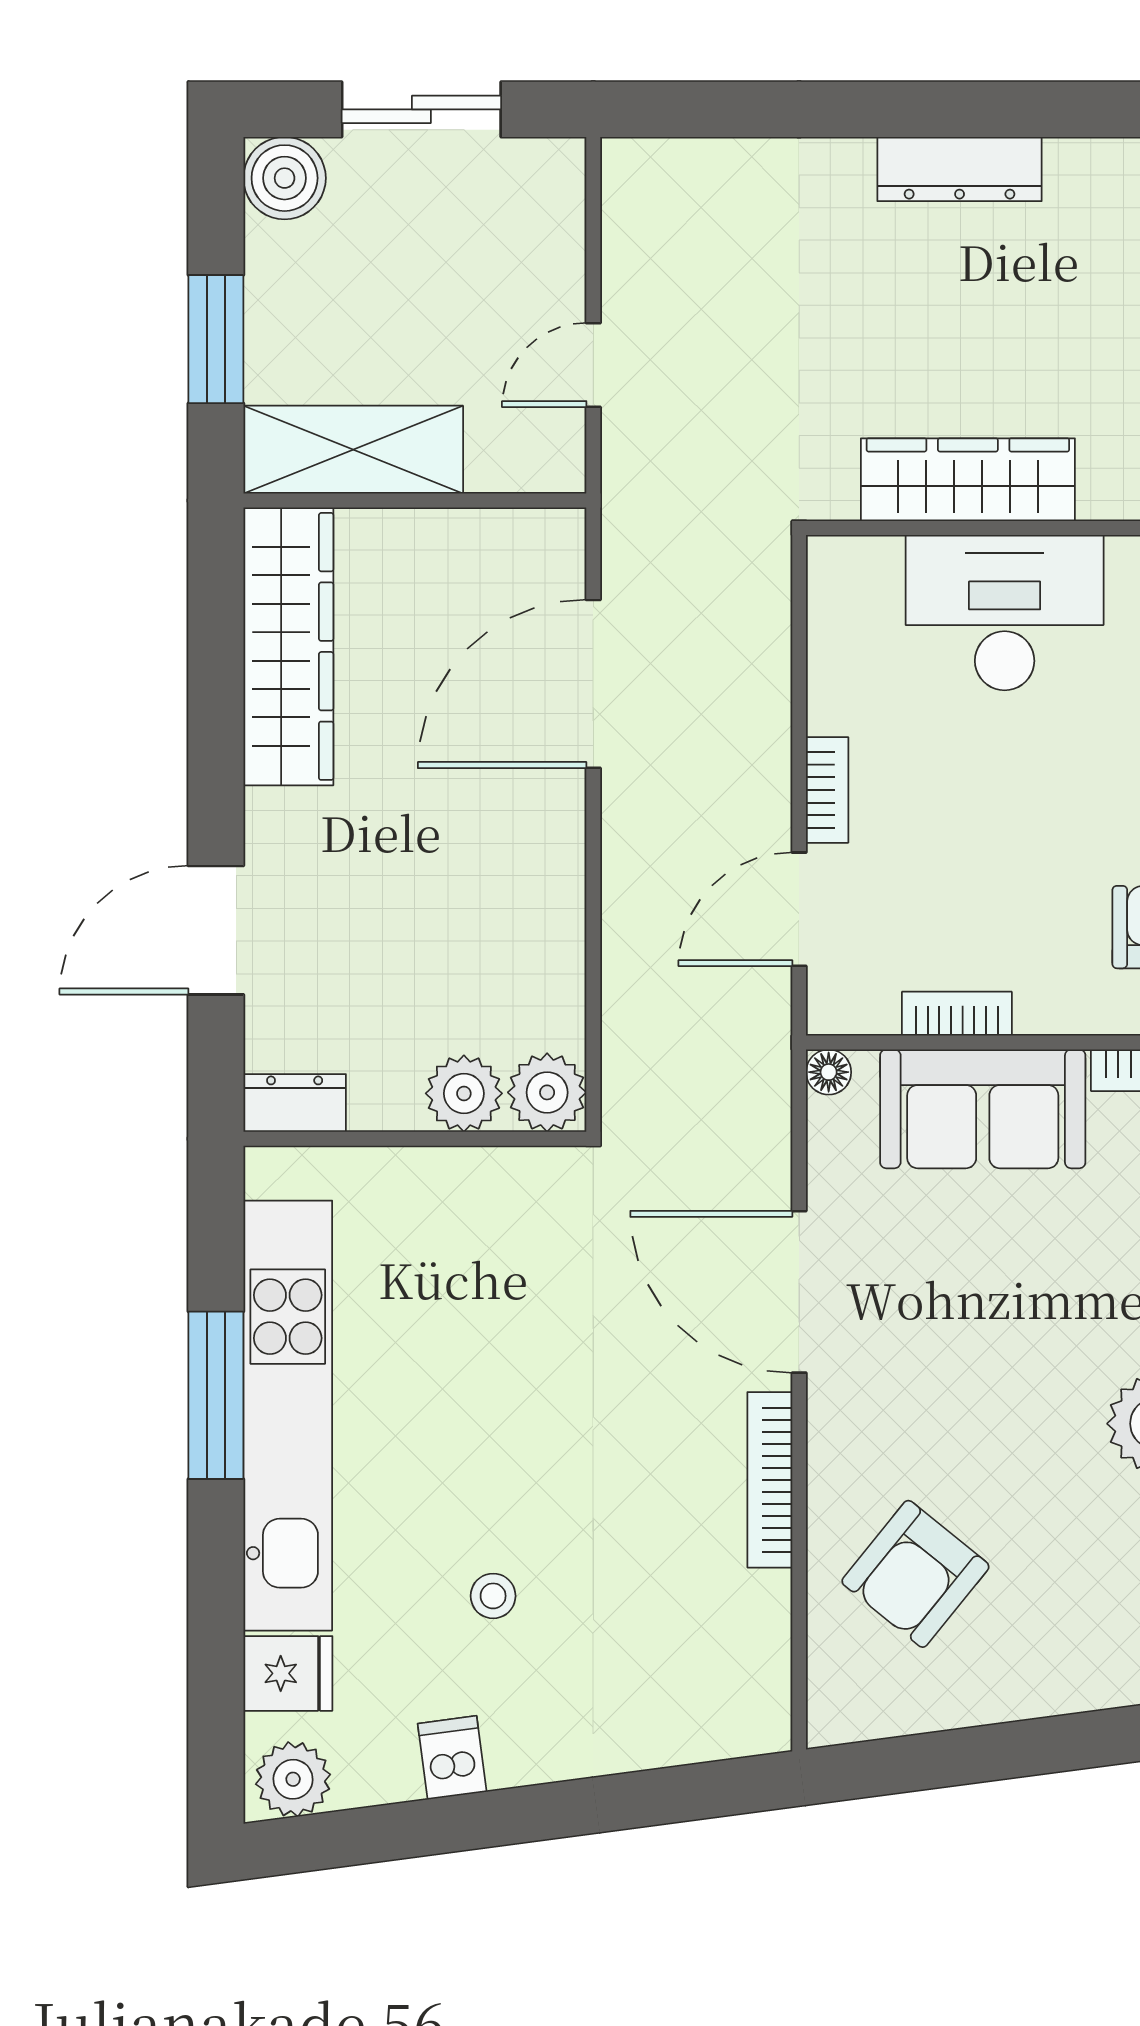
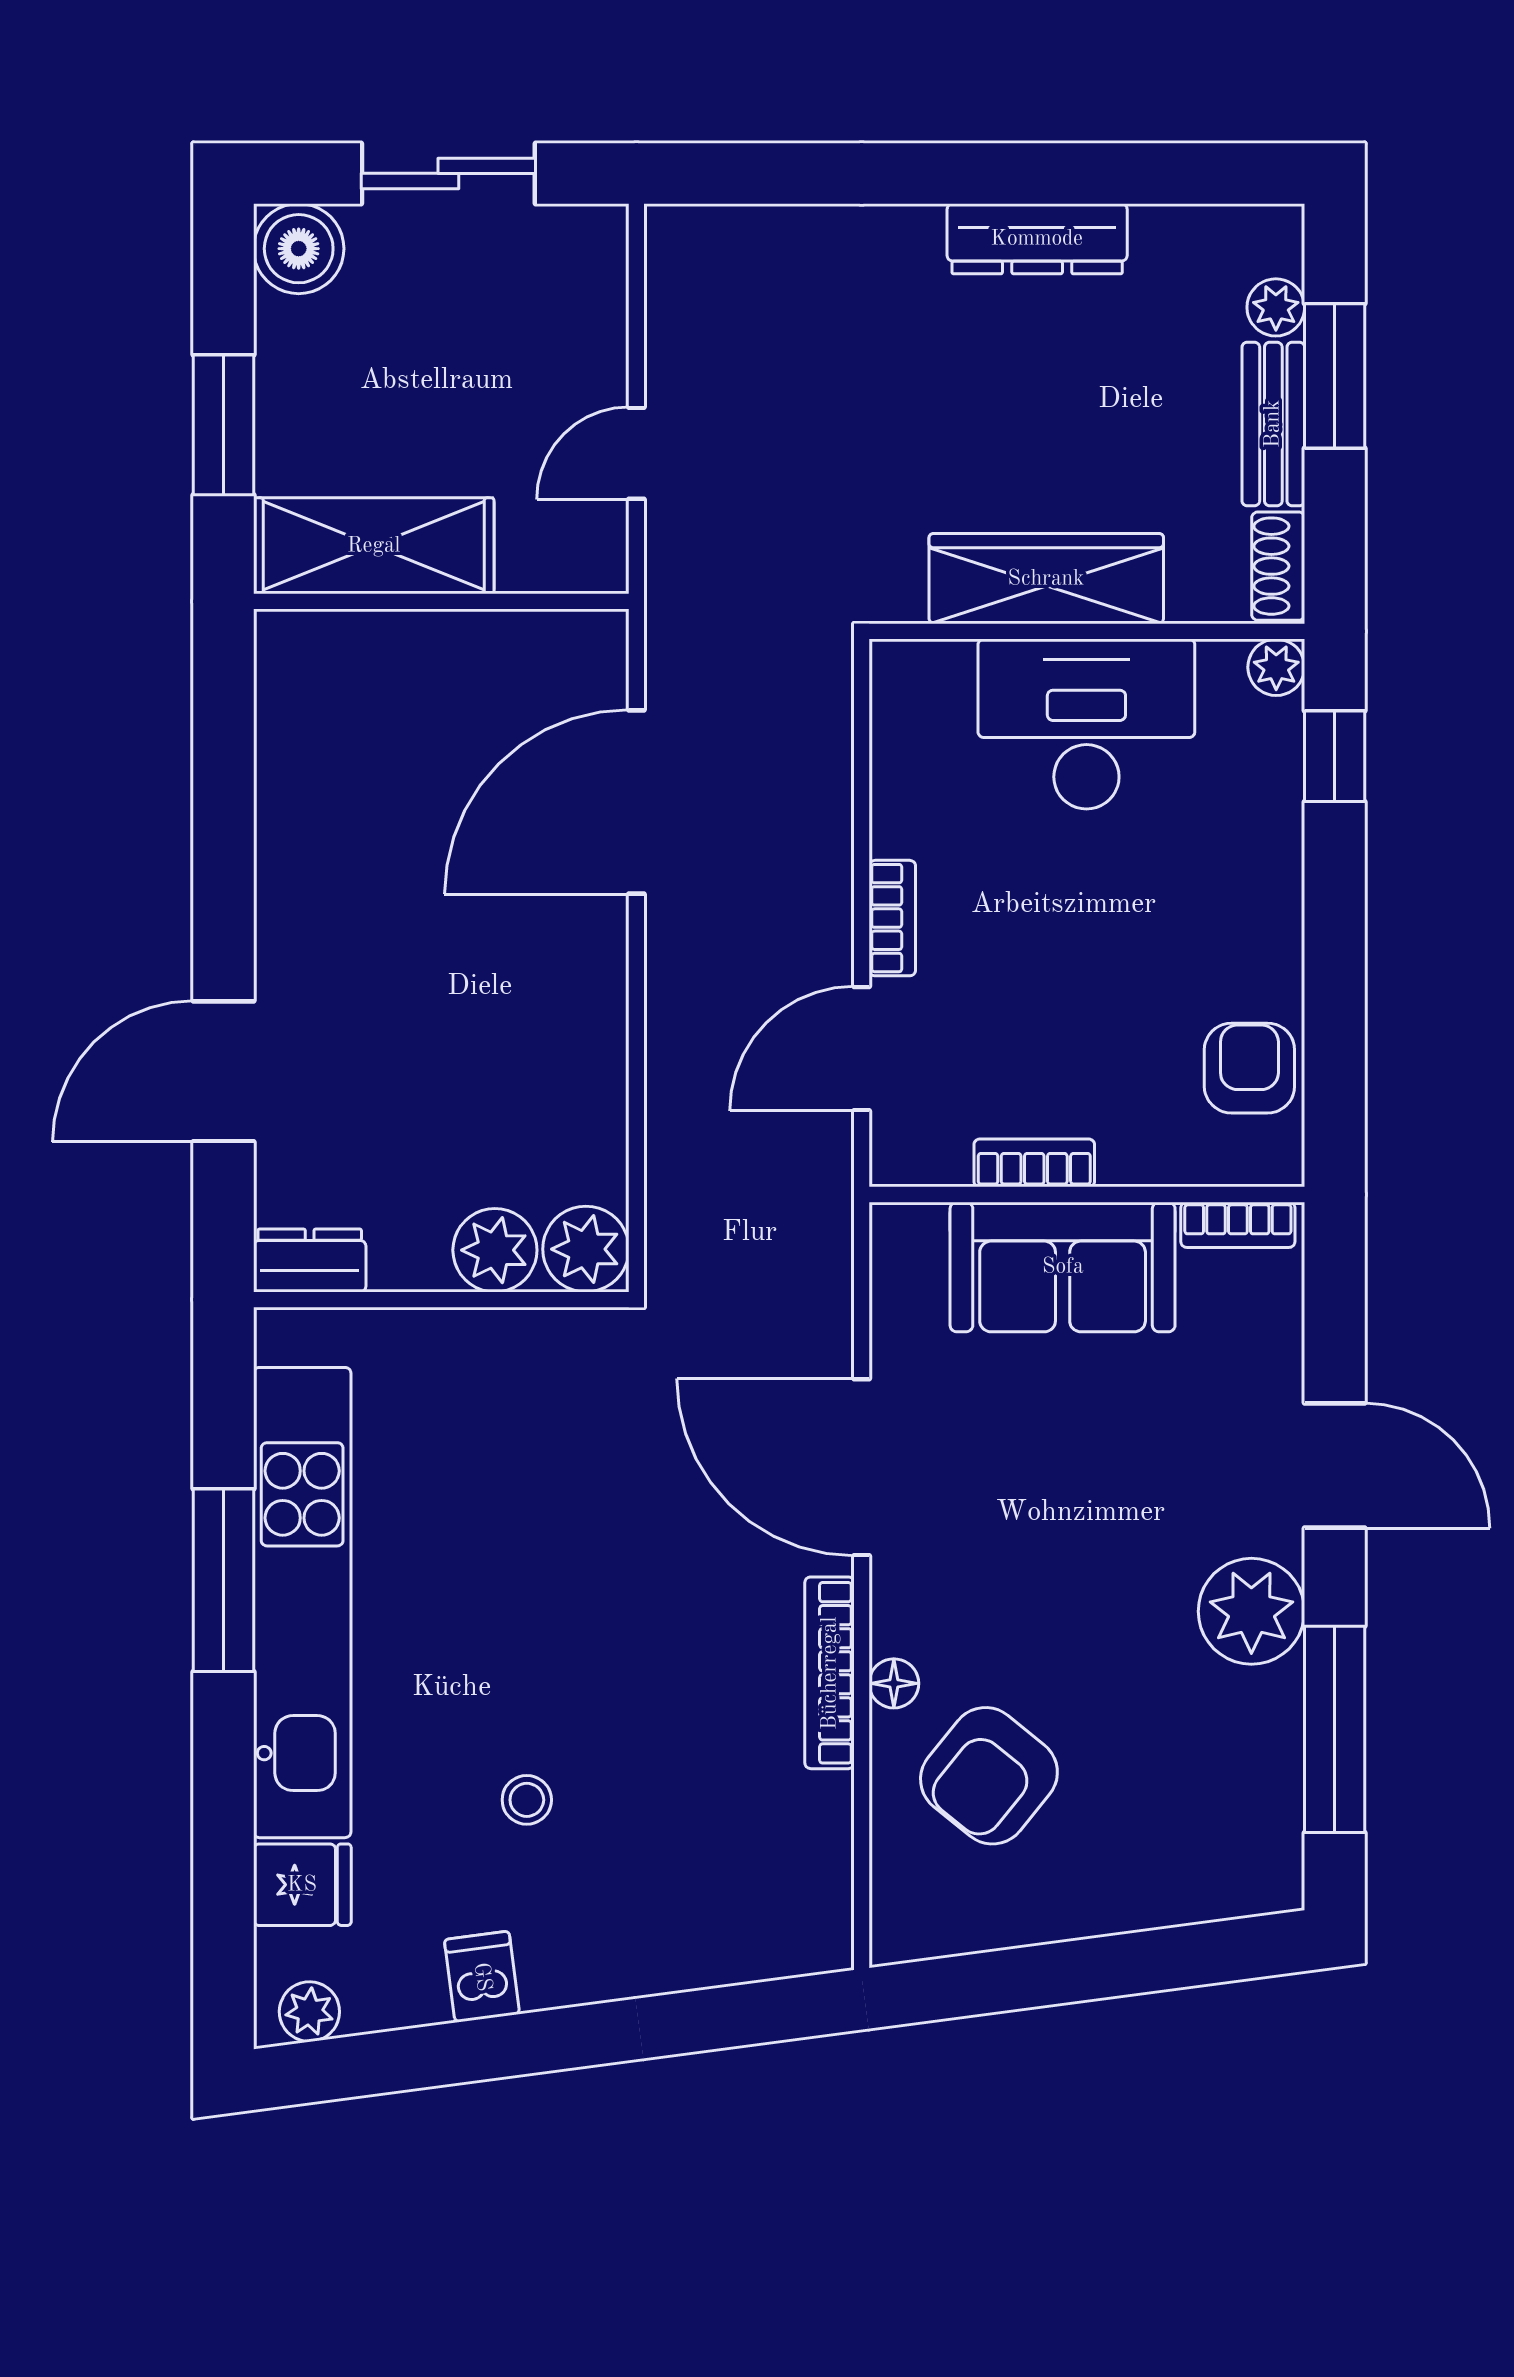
wardrobe: (288, 646) -> (303, 761), removed
floor lamp: (829, 1072) -> (894, 1683), moved
plant: (293, 1779) -> (309, 2012), width x0.73, depth x0.73

